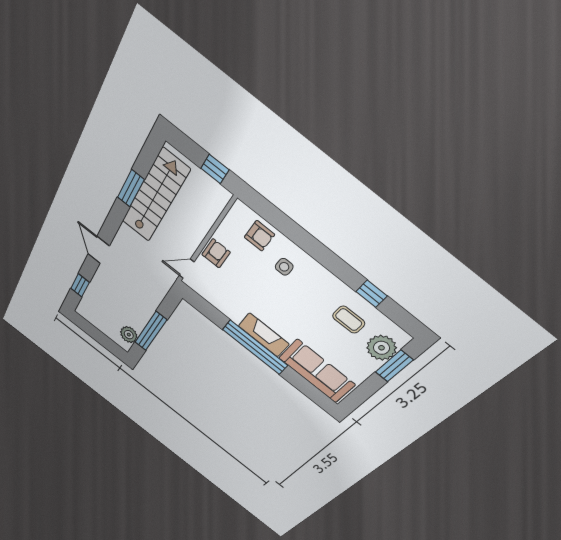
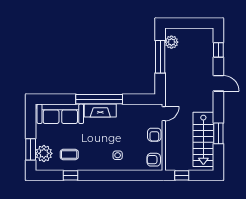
armchair: (259, 236) -> (154, 160), moved

